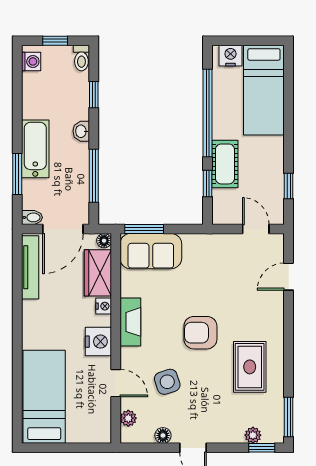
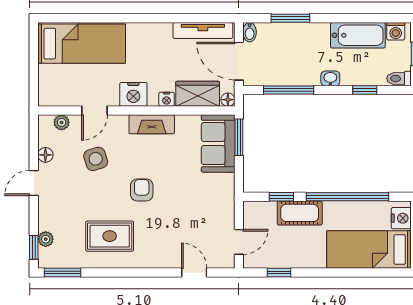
bathtub: (35, 149) -> (358, 35), moved
armchair: (200, 333) -> (142, 190), width x0.72, depth x0.72

